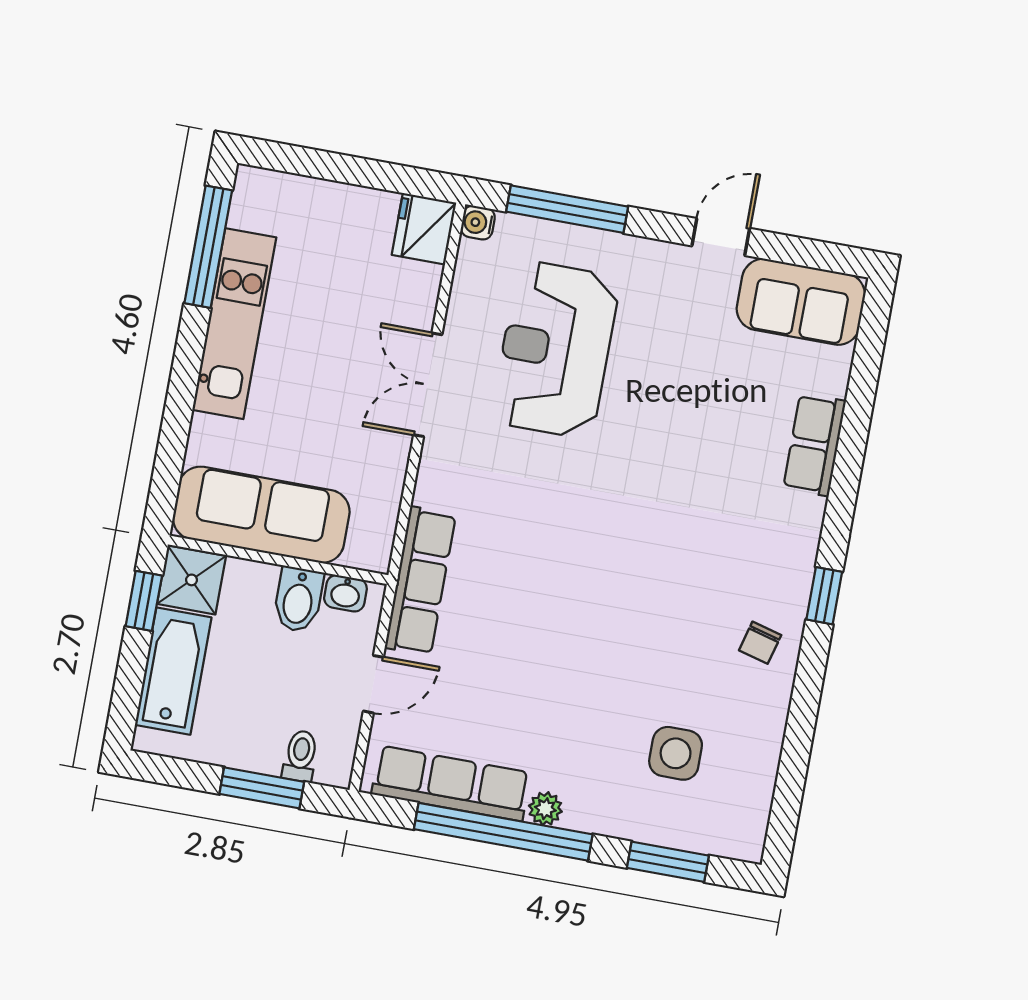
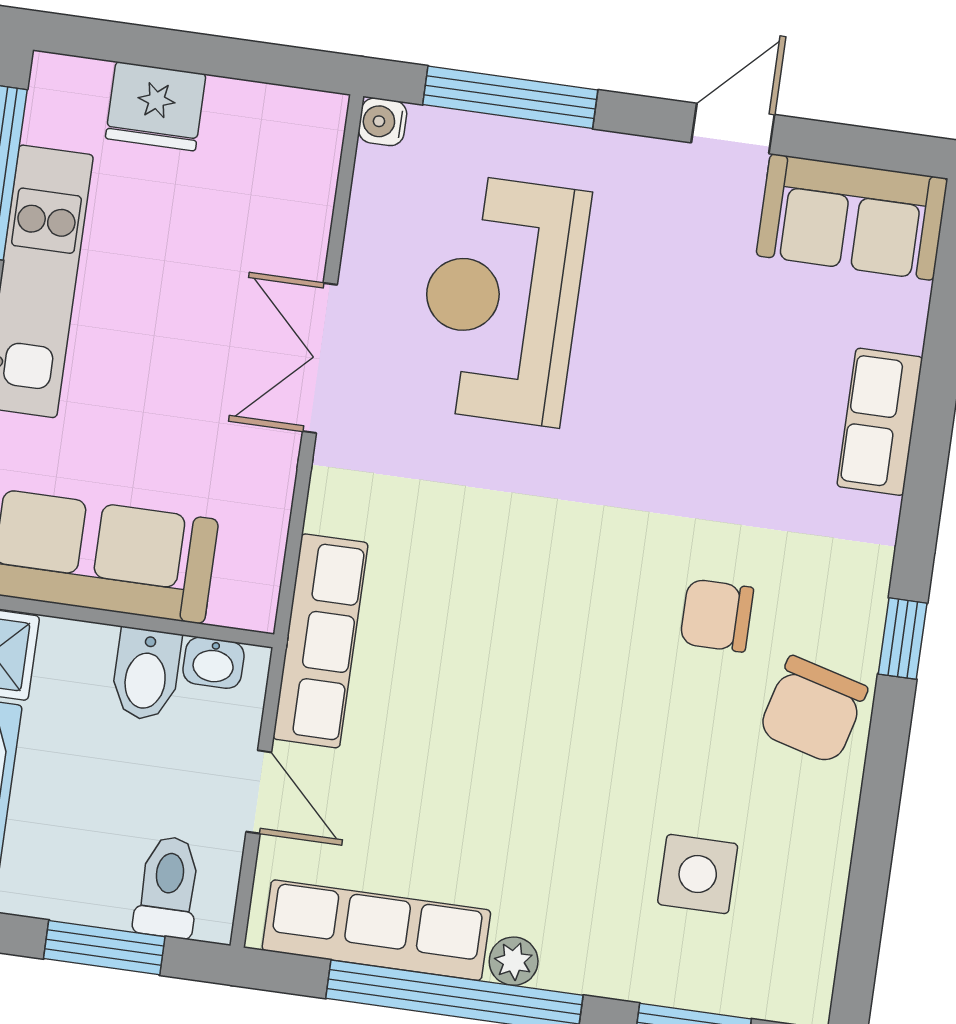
fridge: (424, 229) -> (156, 106), moved, turned -90
chair: (696, 575) -> (717, 616), added
chair: (760, 643) -> (813, 710), width x1.87, depth x1.87
door: (373, 684) -> (259, 792), hinge flipped
toilet: (300, 756) -> (168, 887), width x1.37, depth x1.39

